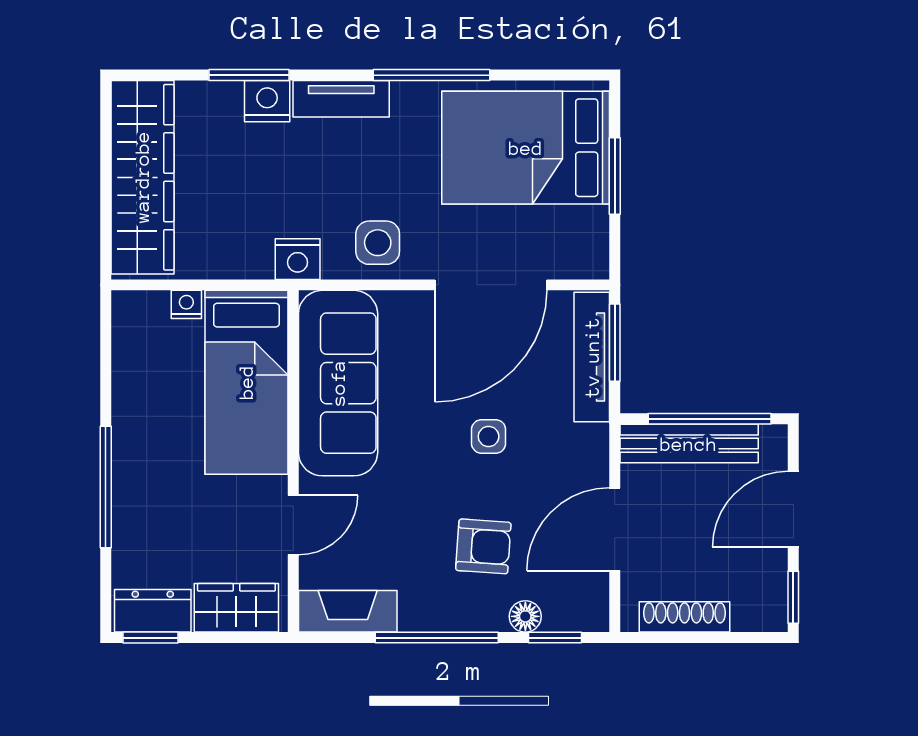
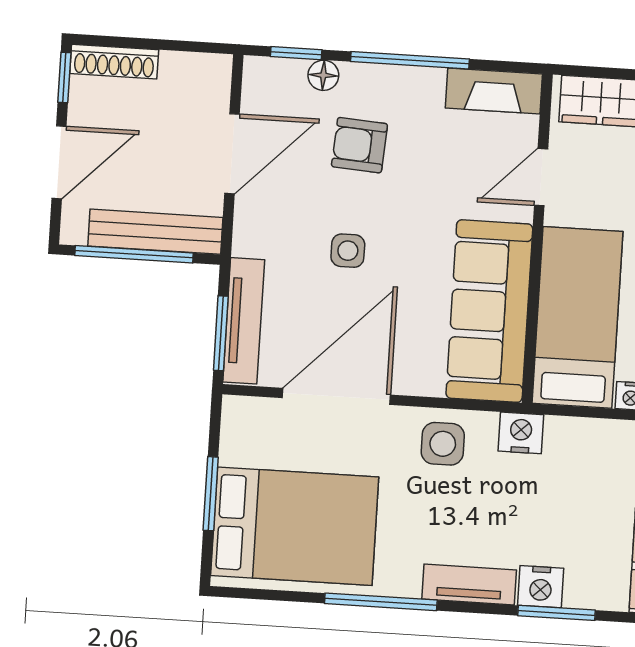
shoe rack: (685, 617) -> (114, 62), moved

